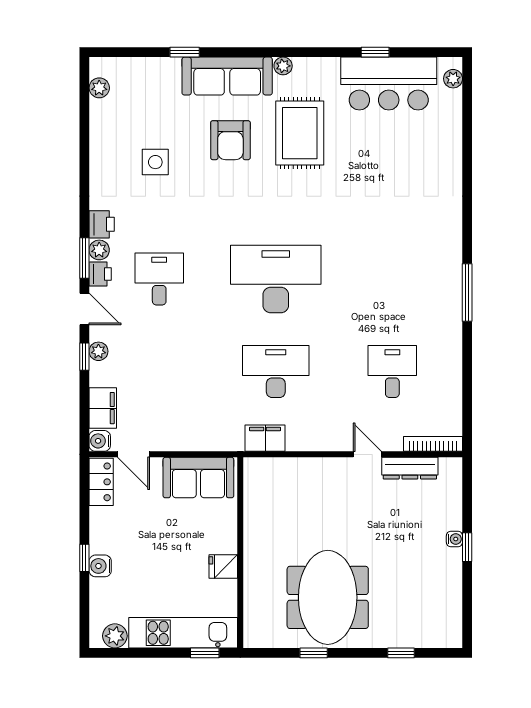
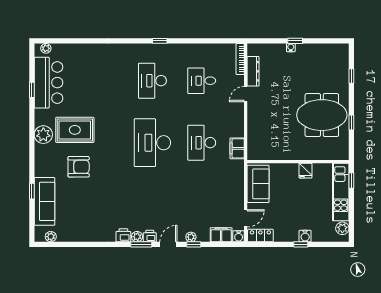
plant: (283, 66) -> (43, 135), width x1.88, depth x1.88
sofa: (227, 76) -> (44, 201), moved
side table: (155, 162) -> (90, 207), removed
desk: (159, 279) -> (152, 81), moved, width x1.37
window: (467, 293) -> (160, 41), width x0.46

